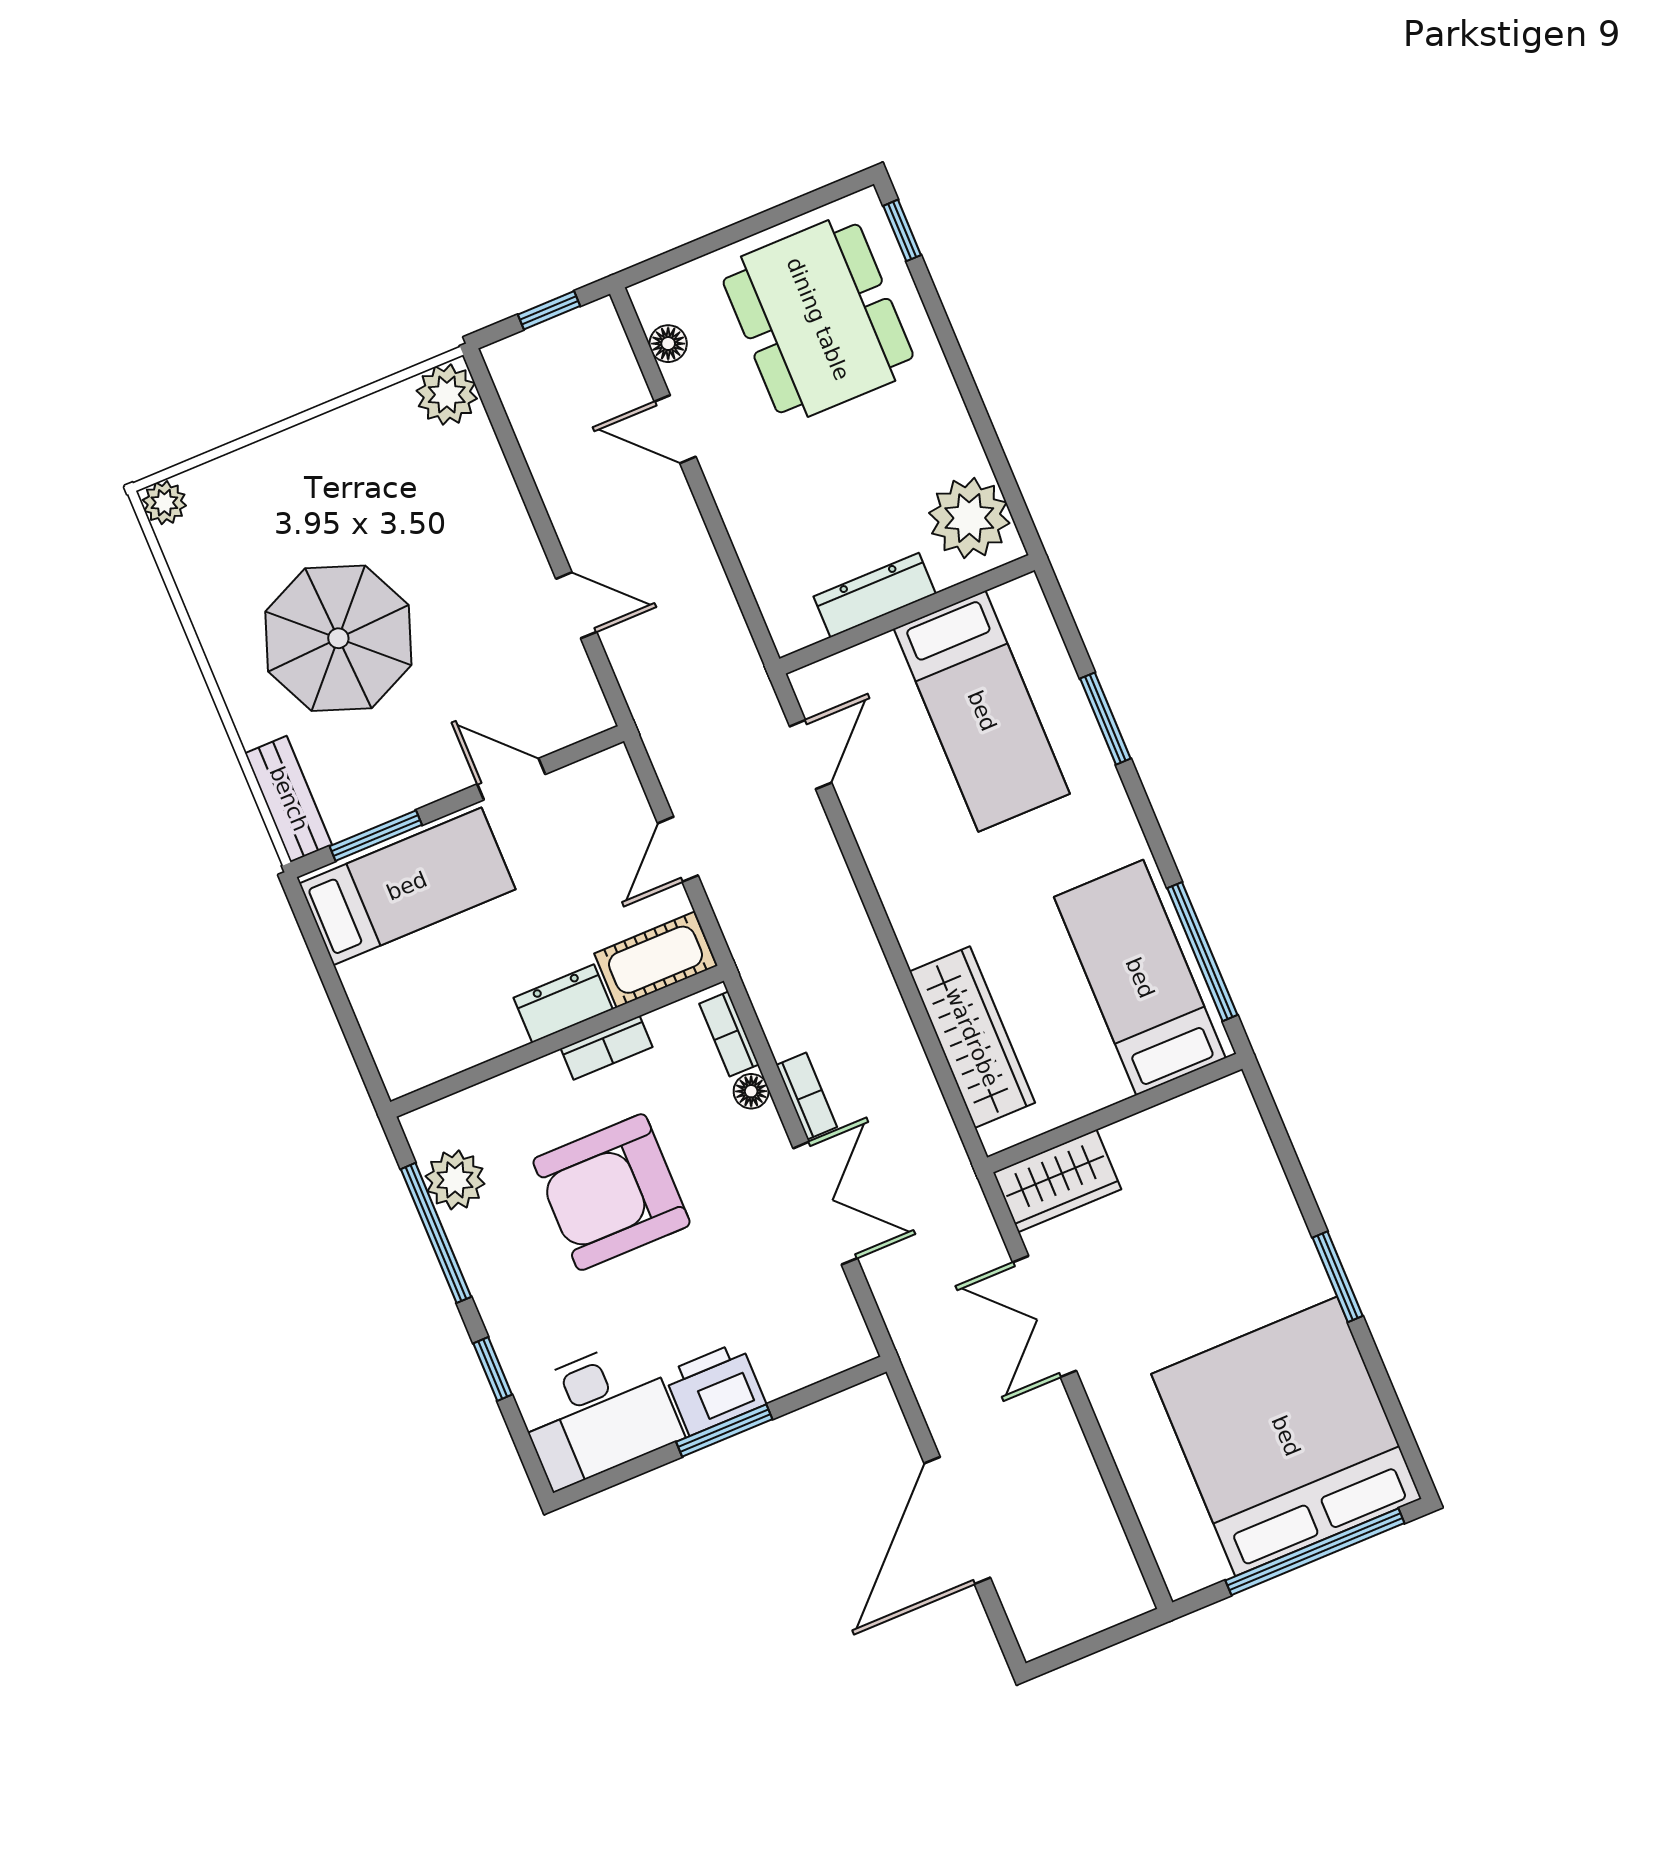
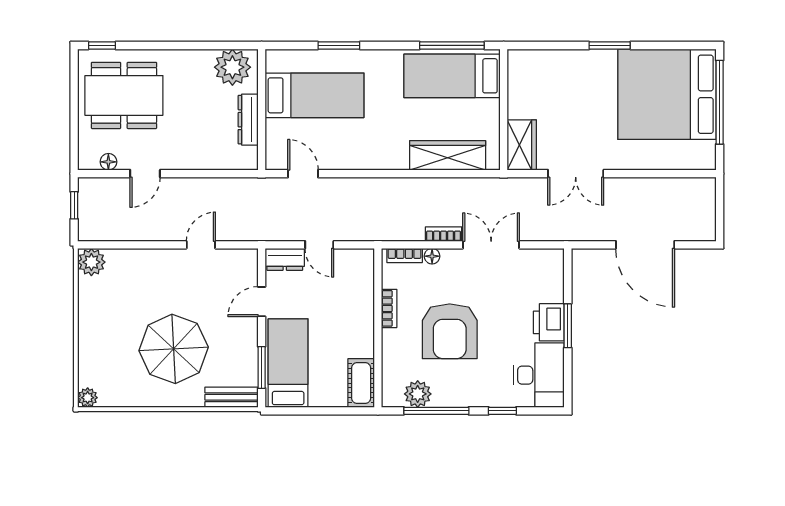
cot: (655, 960) -> (361, 383), moved
dresser: (563, 1003) -> (285, 259), moved, turned -90

